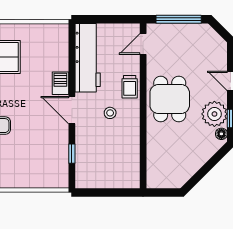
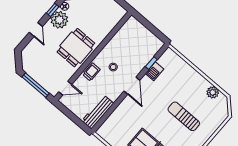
workbench: (88, 58) -> (98, 112), width x0.73, depth x0.76
barbecue: (60, 83) -> (155, 71), moved

